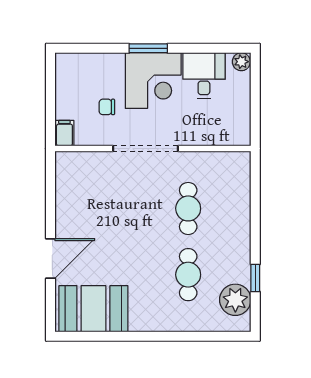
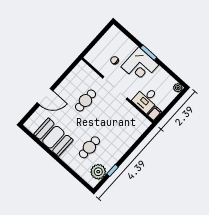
desk: (204, 76) -> (146, 99), moved, turned 180
filing cabinet: (64, 133) -> (155, 114), moved
cafe table: (188, 208) -> (85, 101), moved
booth: (93, 309) -> (53, 137), moved

